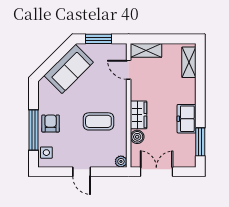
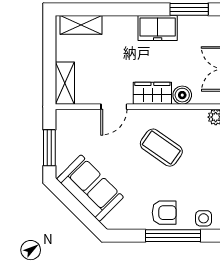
door: (129, 70) -> (114, 107), moved
coffee table: (98, 121) -> (161, 148), turned -55
armchair: (51, 123) -> (164, 213), turned 180

